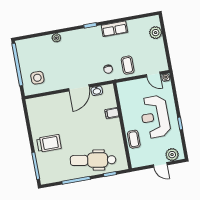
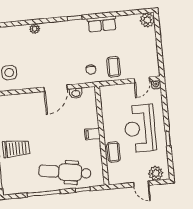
plant: (156, 33) -> (147, 20), moved
door: (153, 74) -> (142, 80), hinge flipped
filing cabinet: (112, 113) -> (92, 134), moved

